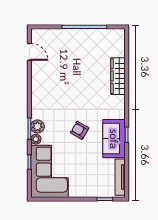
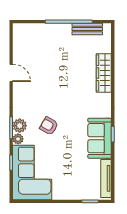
bench: (102, 34) -> (87, 29), added
door: (29, 52) -> (11, 73), moved
armchair: (80, 130) -> (49, 126), moved

